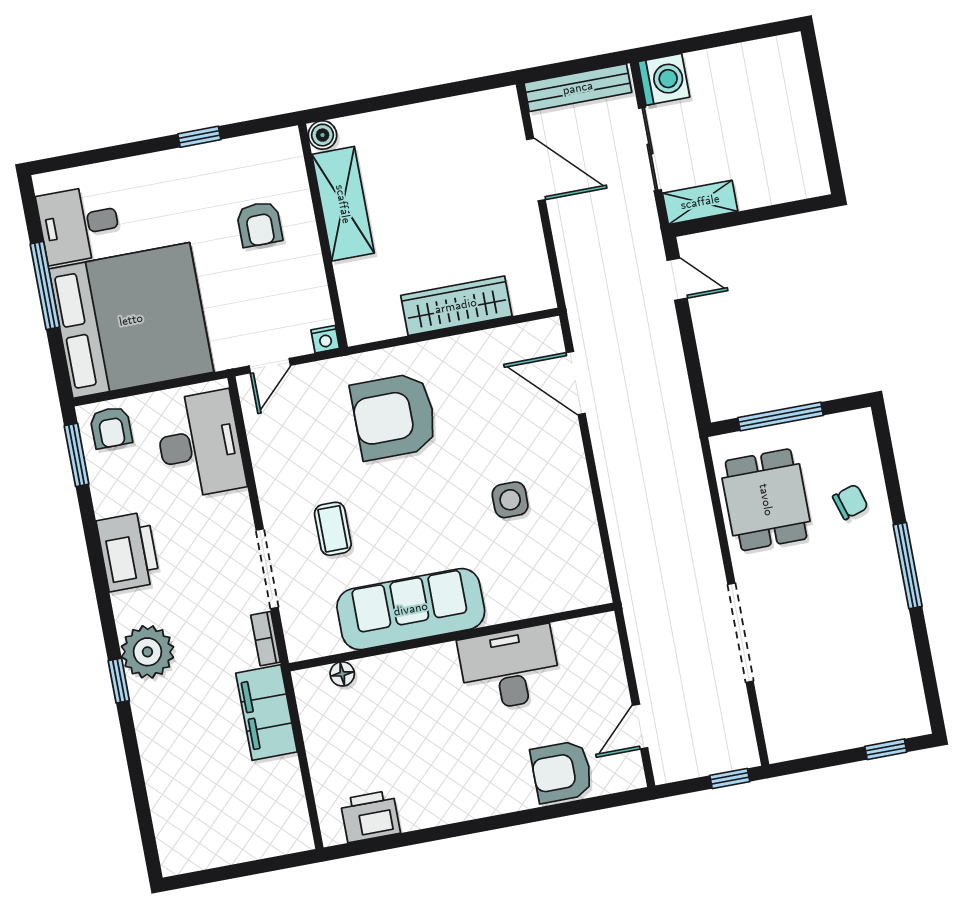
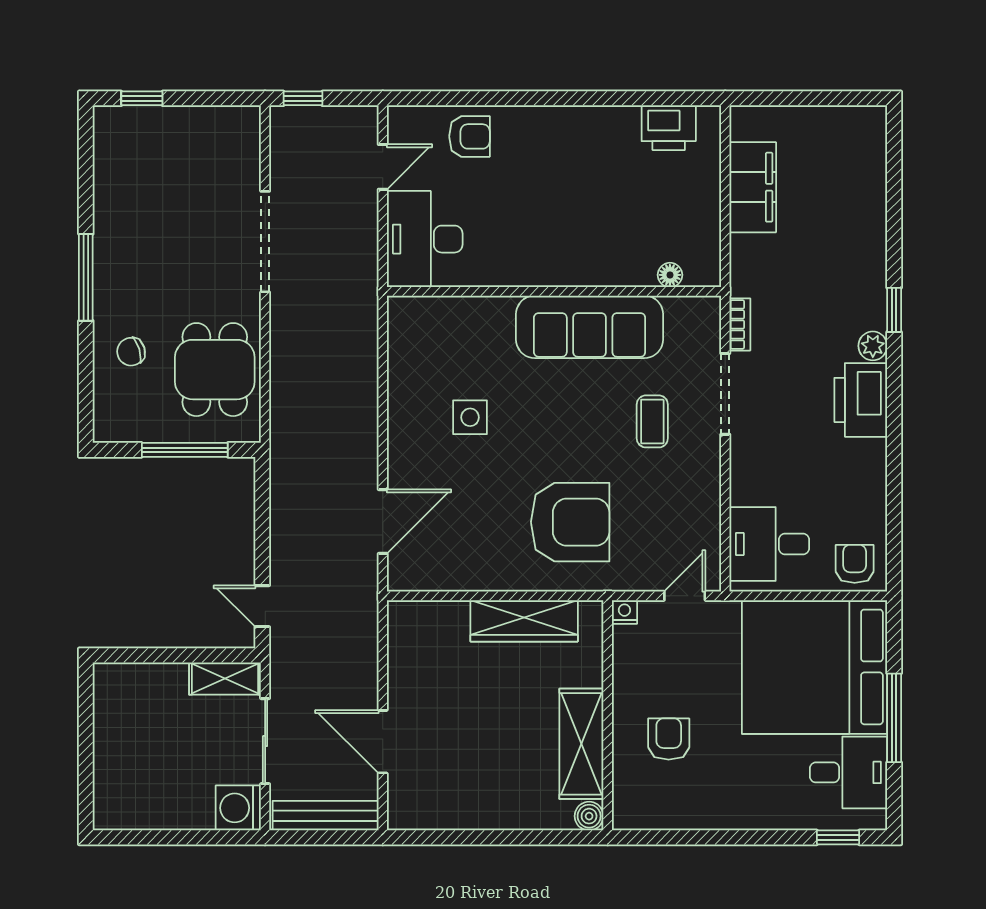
window: (199, 137) -> (838, 837), moved
wardrobe: (456, 306) -> (524, 621), moved
door: (576, 383) -> (383, 522), hinge flipped
desk: (200, 445) -> (769, 544), width x0.73
window: (77, 455) -> (894, 543), removed
printer: (128, 552) -> (861, 400), moved
plant: (147, 652) -> (873, 346), width x0.53, depth x0.53
desk: (510, 668) -> (425, 239), moved, turned 90
filing cabinet: (266, 713) -> (753, 187), moved
armchair: (562, 772) -> (469, 136), width x0.72, depth x0.72

